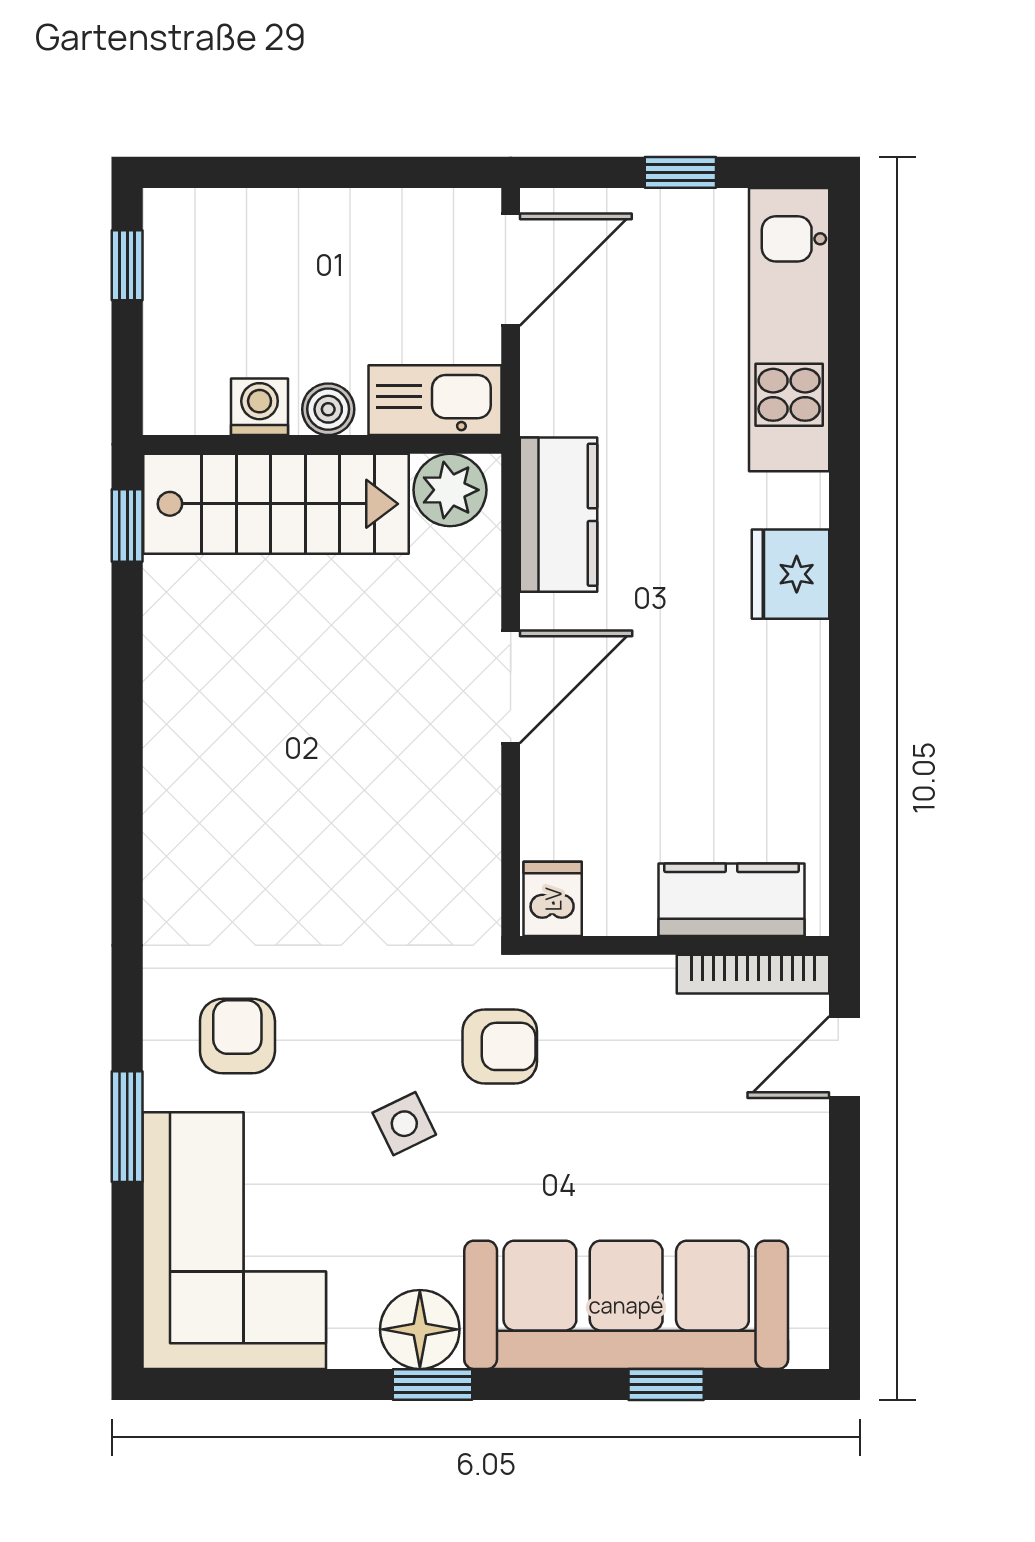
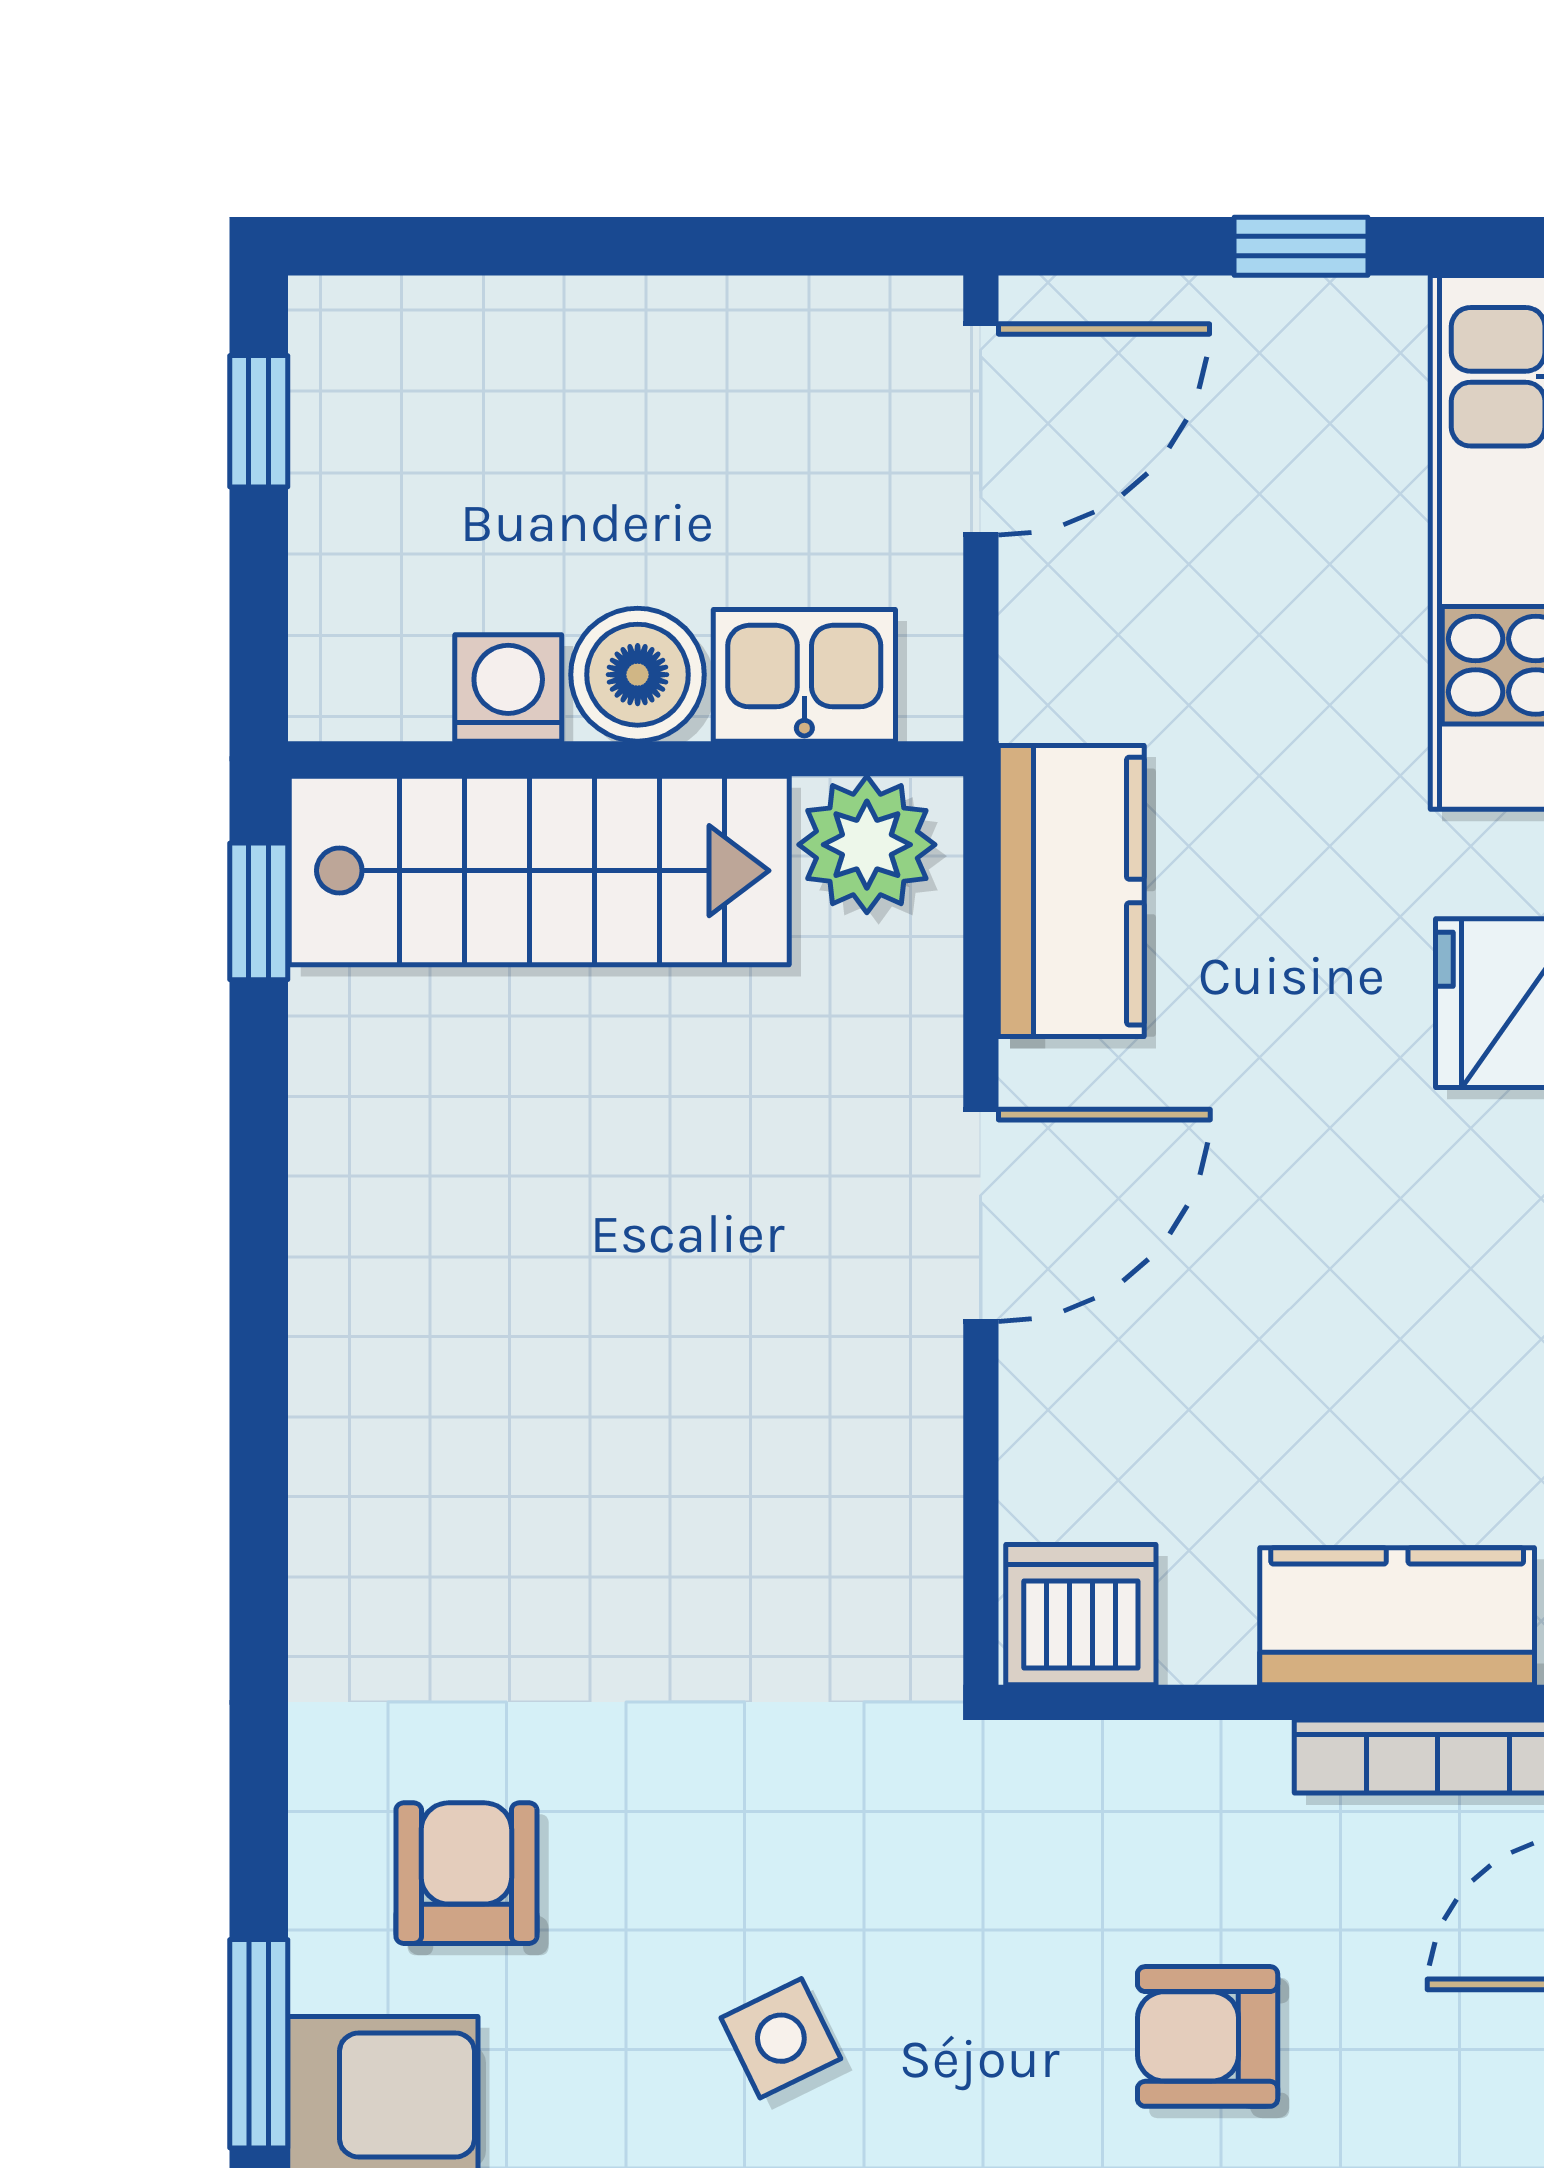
kitchen sink: (435, 400) -> (804, 675), width x0.73
boiler: (328, 409) -> (638, 675), width x1.36, depth x1.36
dishwasher: (553, 899) -> (1081, 1615), width x1.38
armchair: (500, 1046) -> (1208, 2036), moved, turned 180

